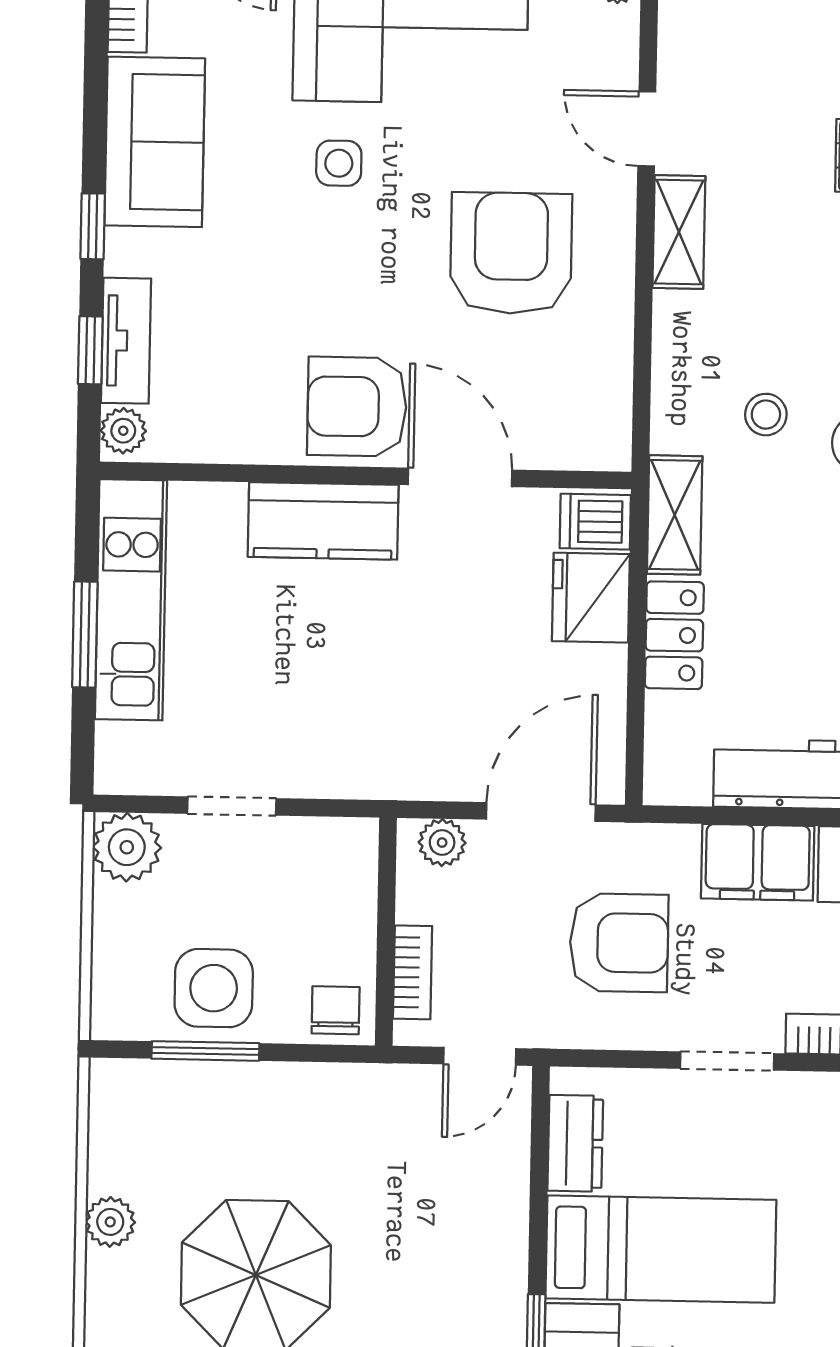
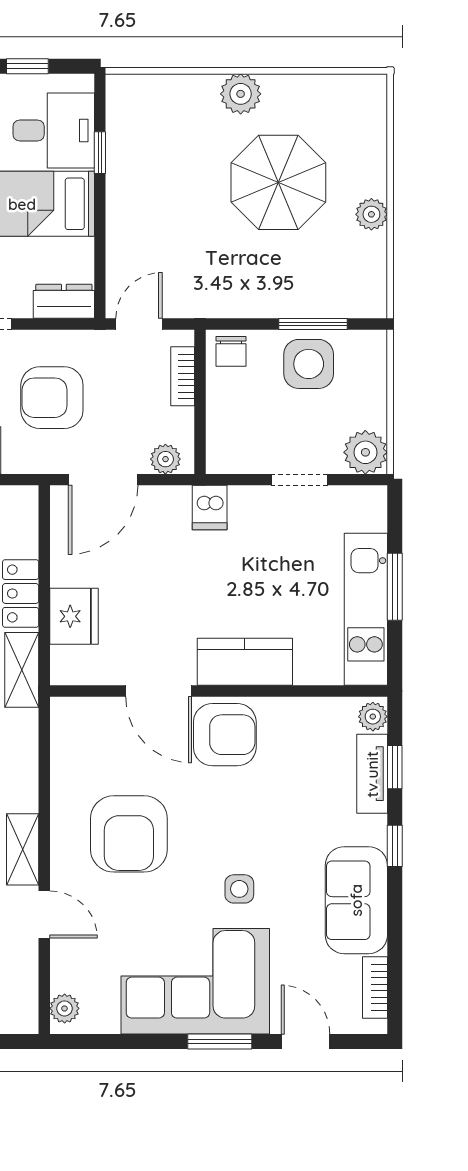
dishwasher: (595, 522) -> (210, 508), moved, turned 90
dresser: (575, 1143) -> (64, 301), moved, turned 90

